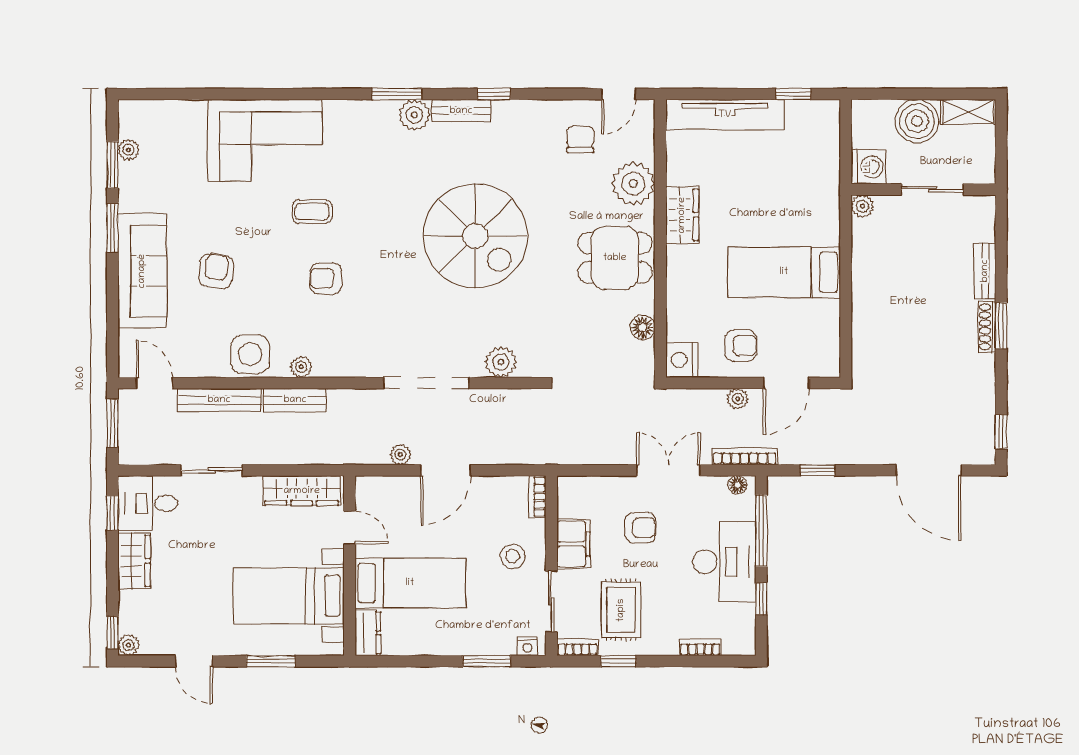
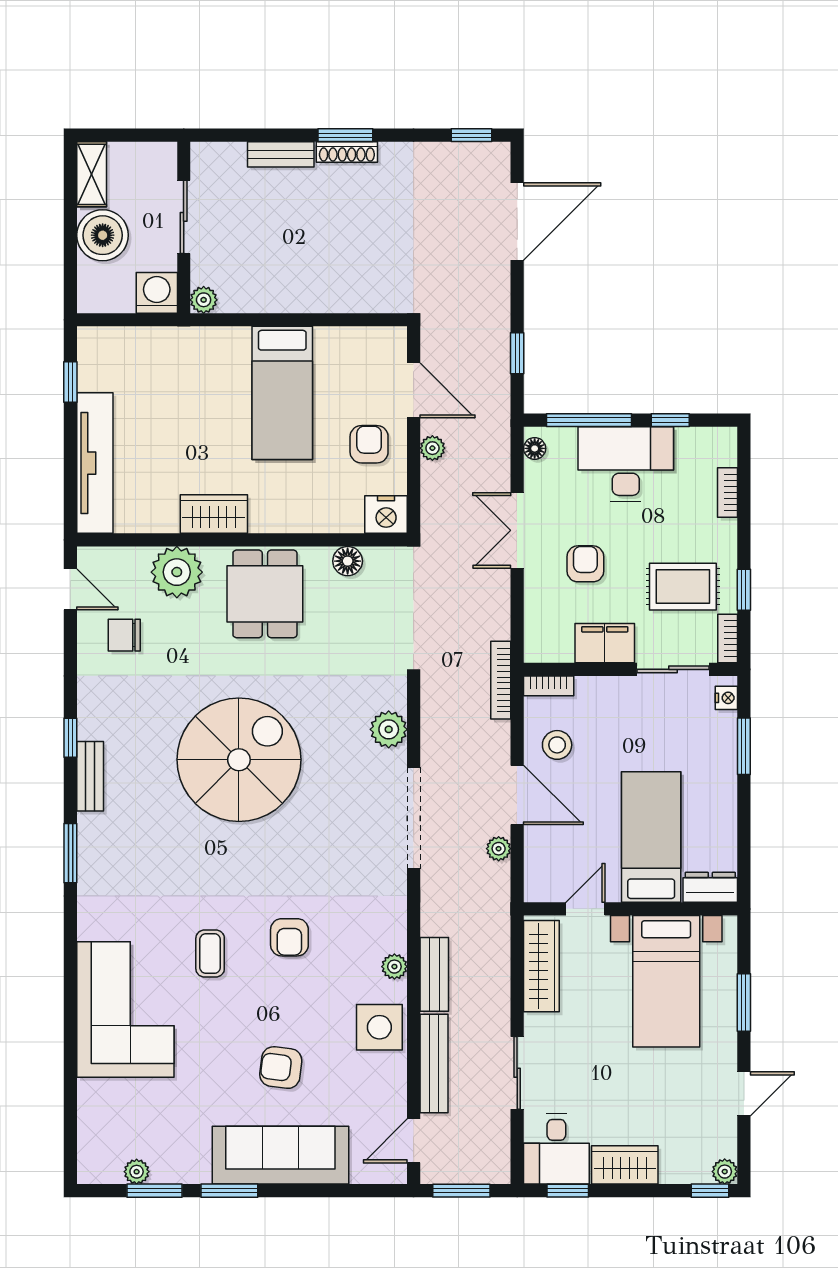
plant: (414, 115) -> (95, 832), removed
bookcase: (745, 456) -> (501, 680), moved
stool: (513, 556) -> (557, 745), moved

